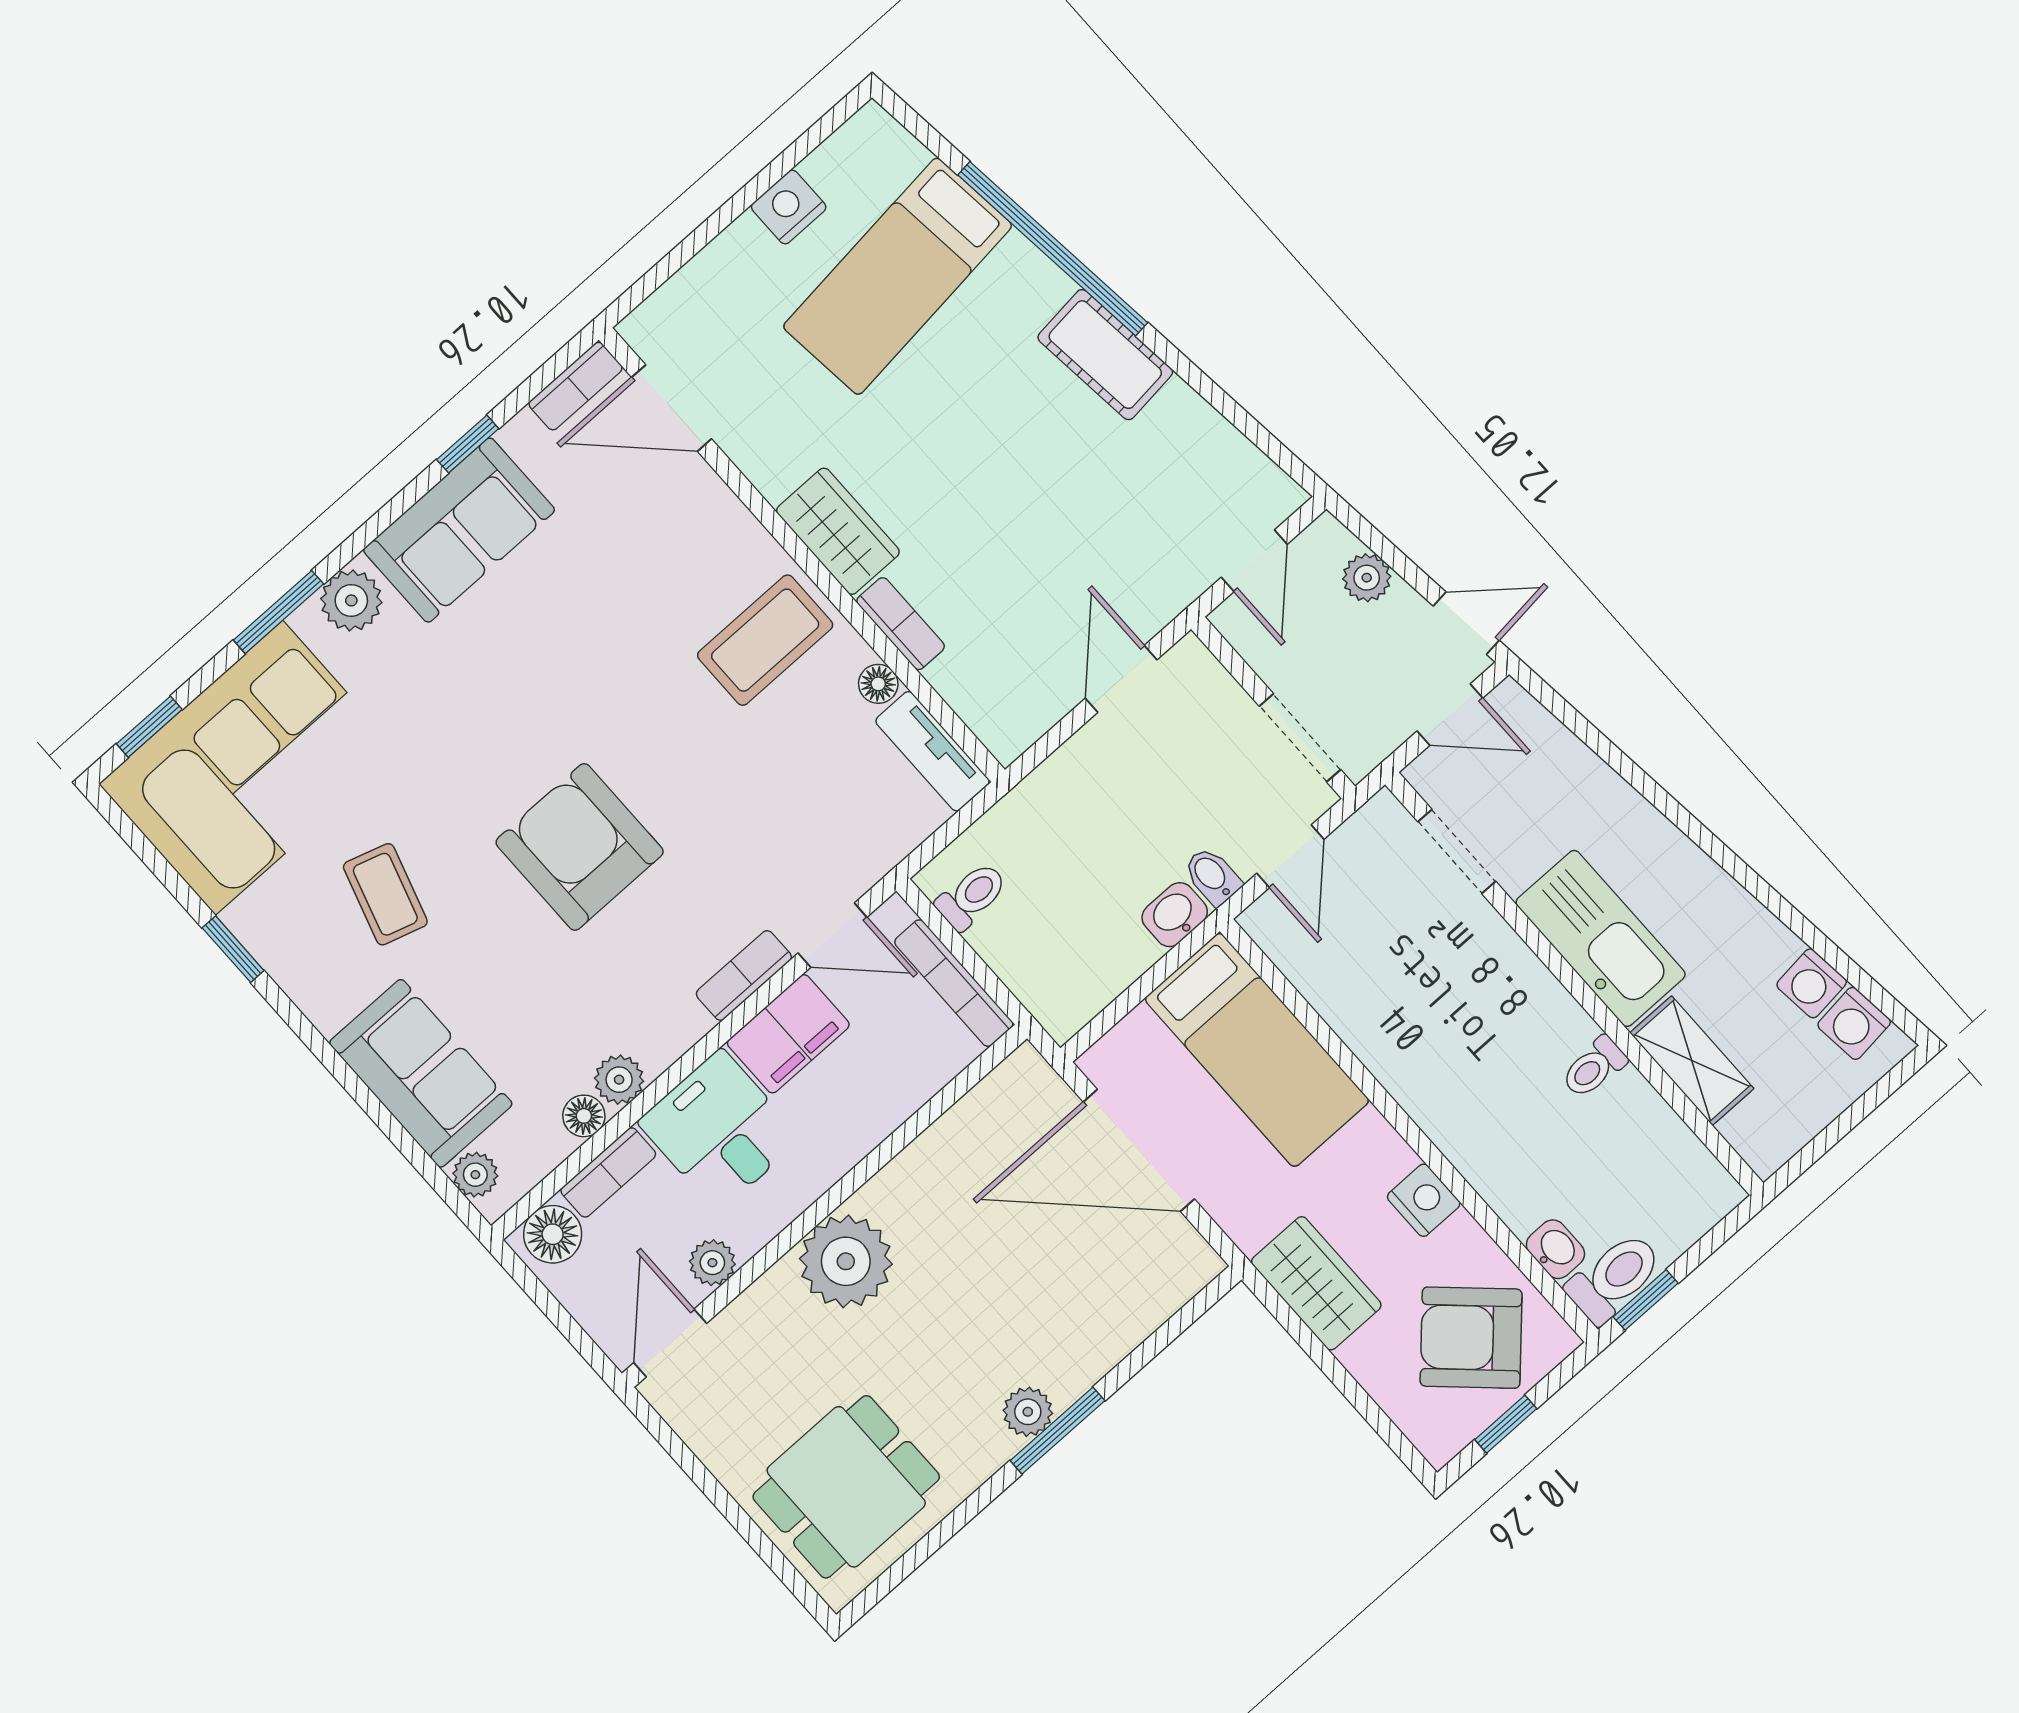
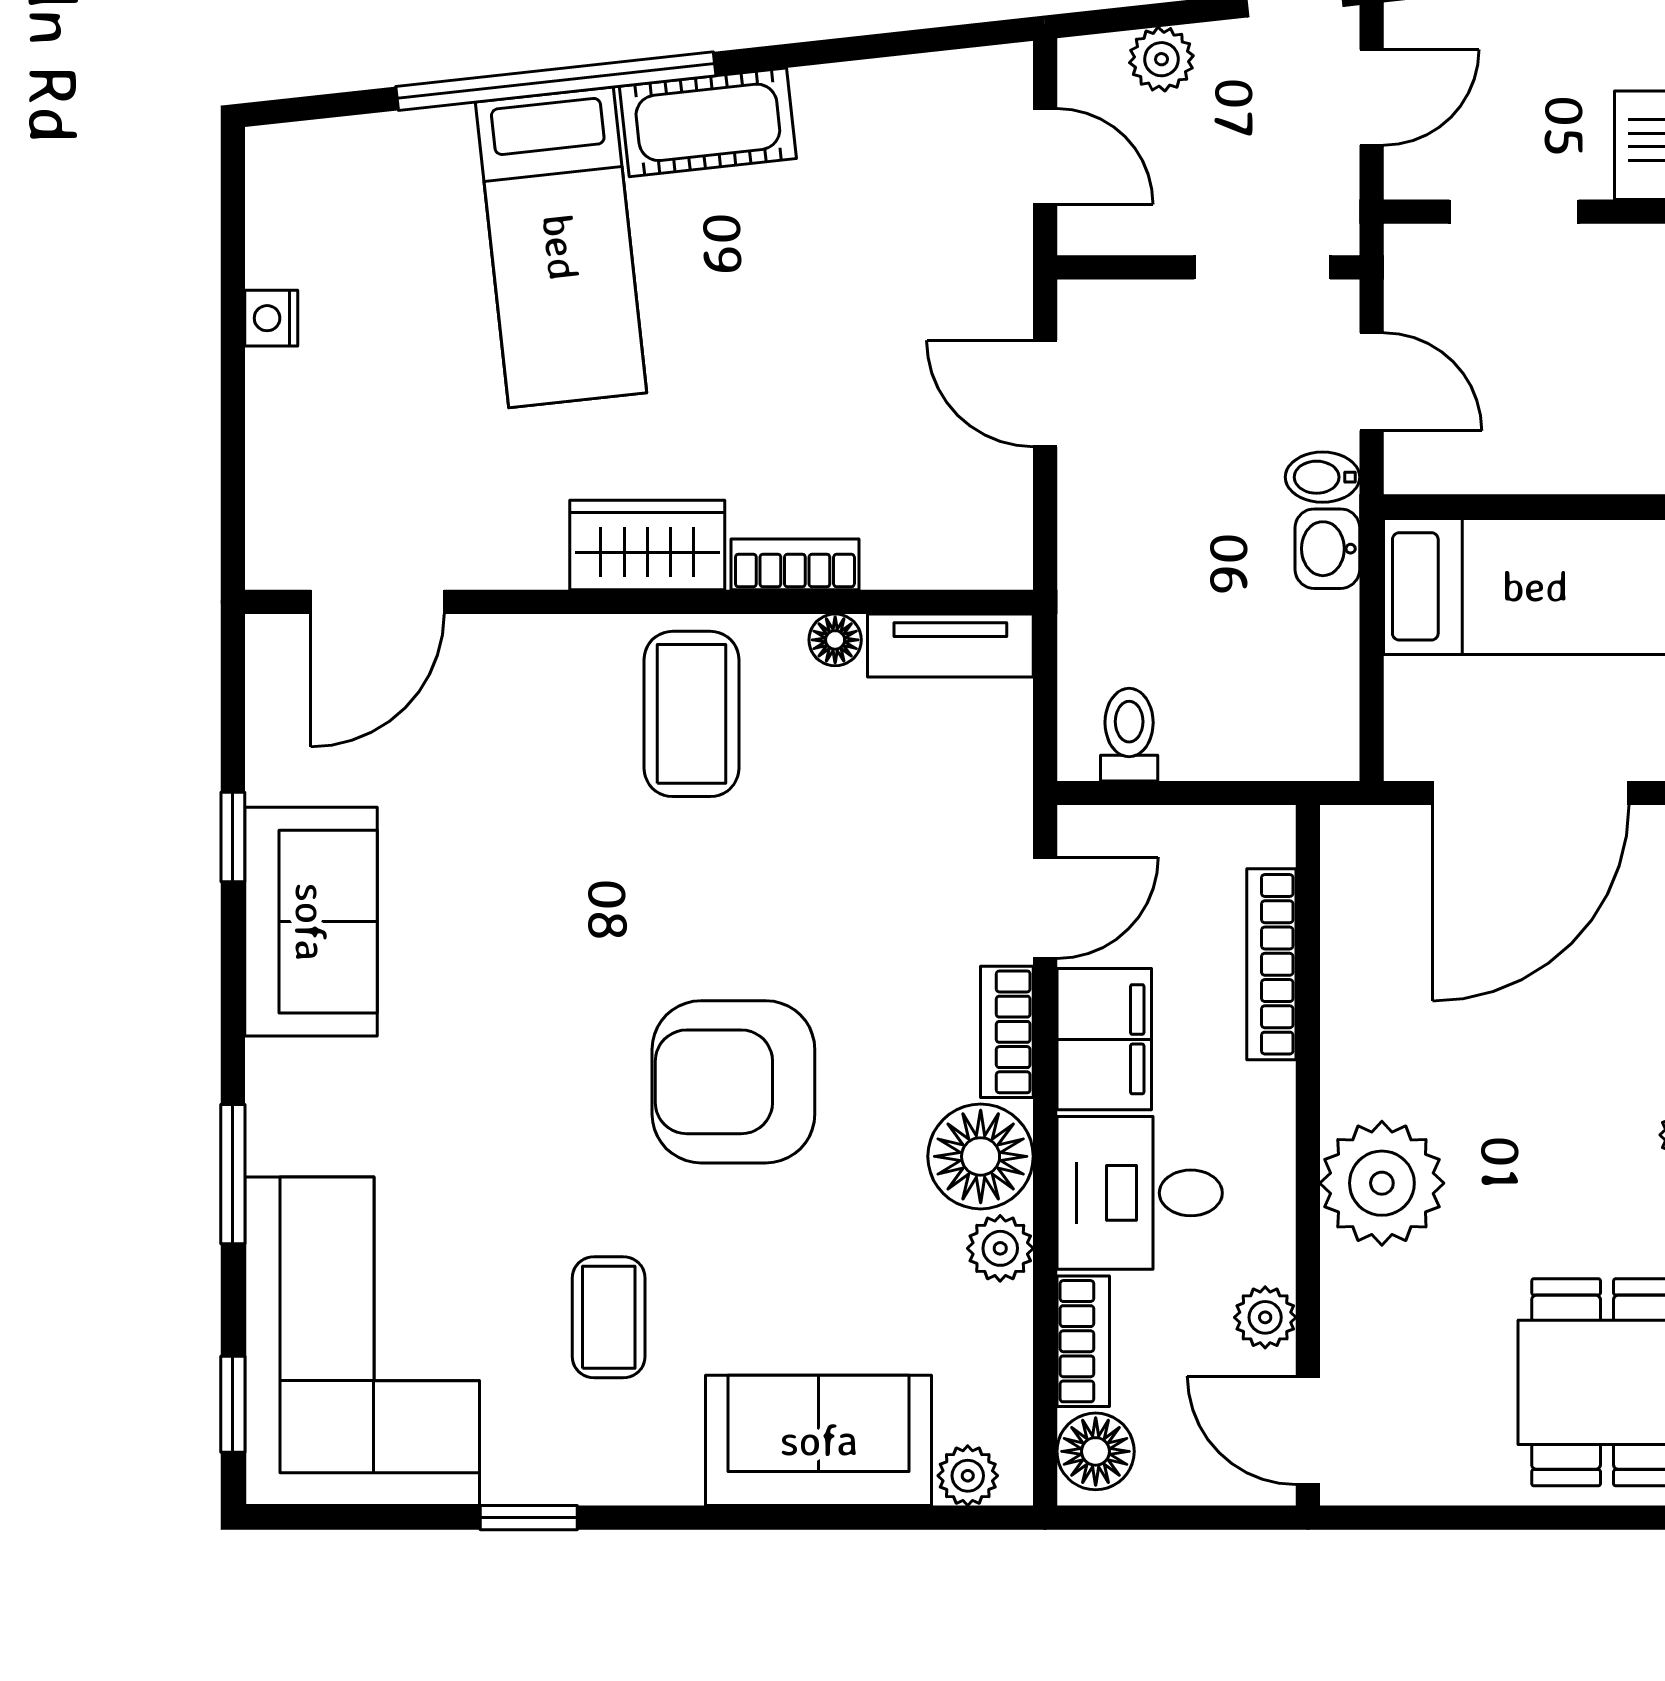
nightstand: (789, 207) -> (271, 318), width x0.72, depth x0.74
bed: (898, 276) -> (561, 247), moved
bookcase: (576, 386) -> (271, 678), removed
plant: (351, 600) -> (286, 1091), removed
coffee table: (385, 894) -> (609, 1317), turned 73
bookcase: (954, 983) -> (1271, 964), moved, turned 90
floor lamp: (584, 1116) -> (981, 1156), moved, width x1.89, depth x1.89

